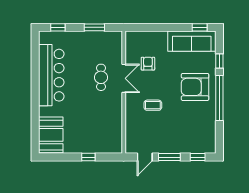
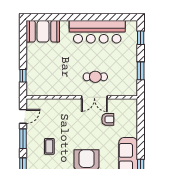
coffee table: (153, 105) -> (49, 146), moved
window: (88, 157) -> (23, 76), moved
door: (145, 157) -> (23, 116), swing flipped

